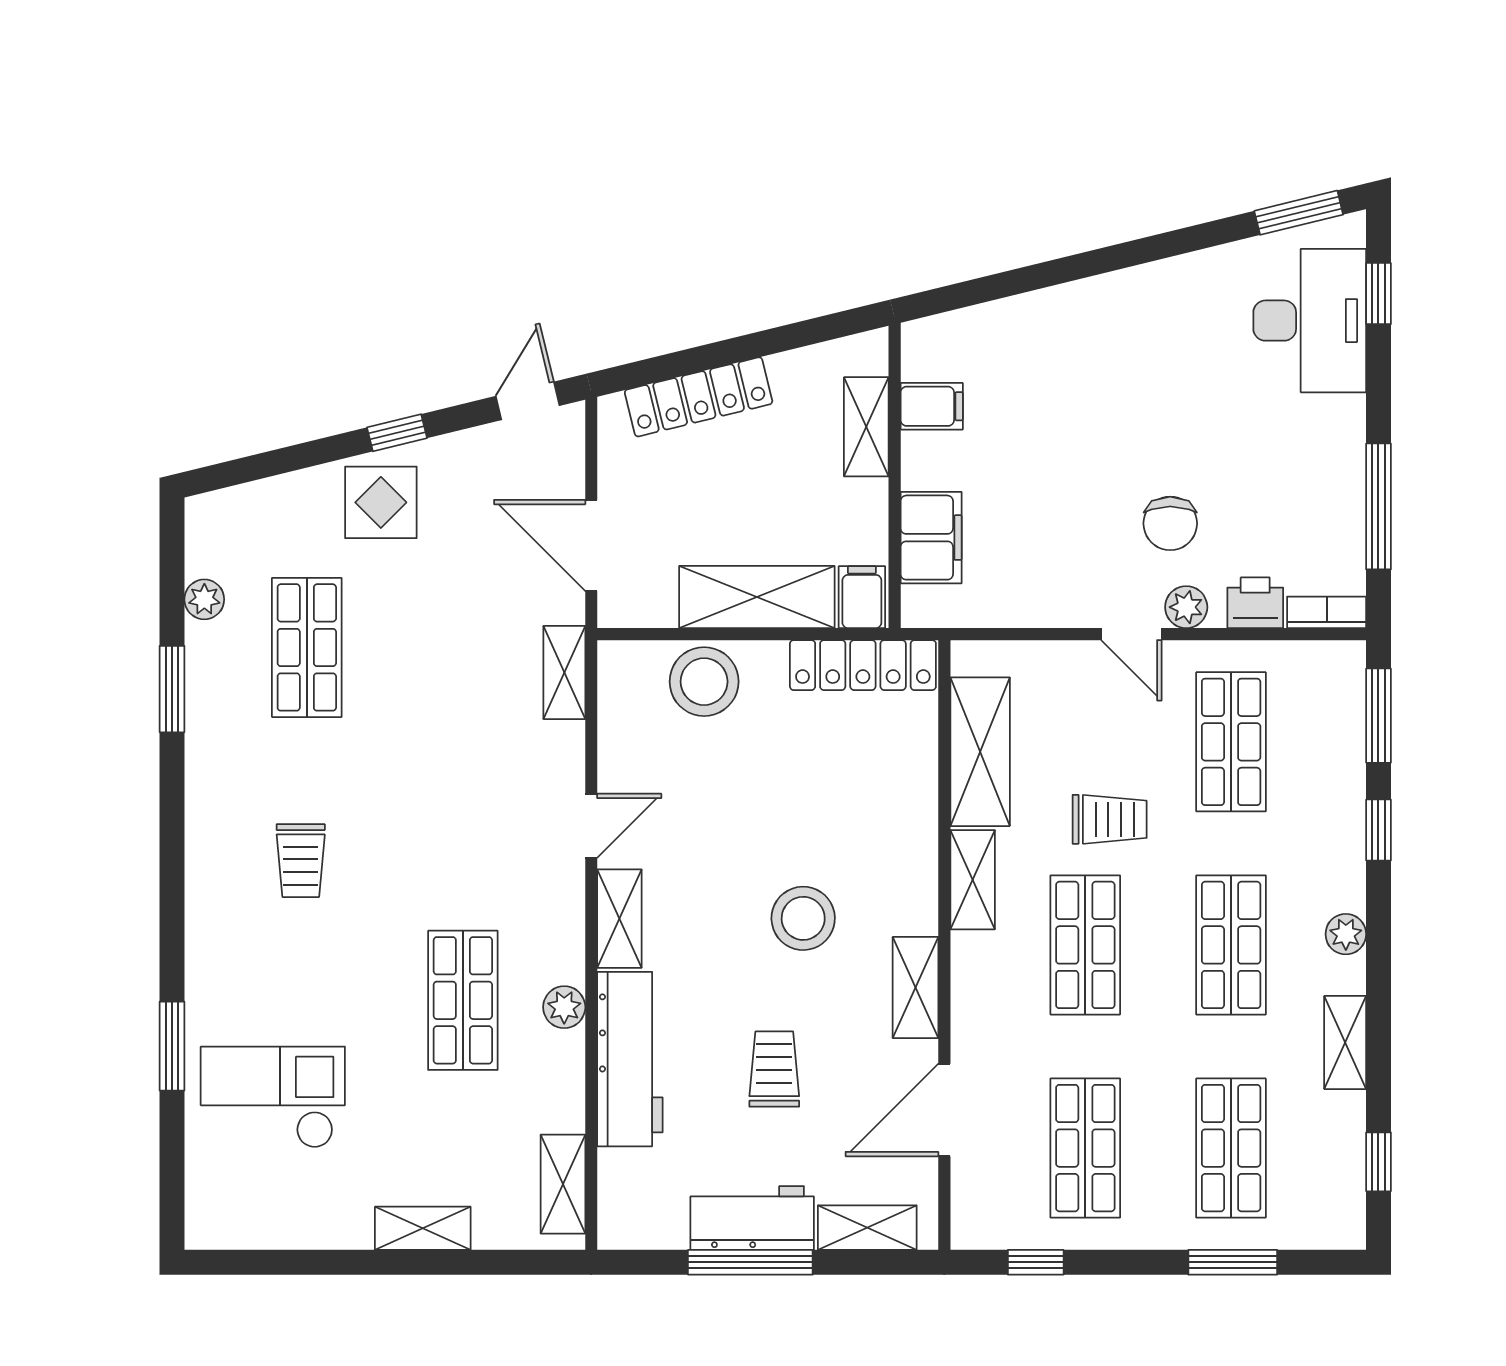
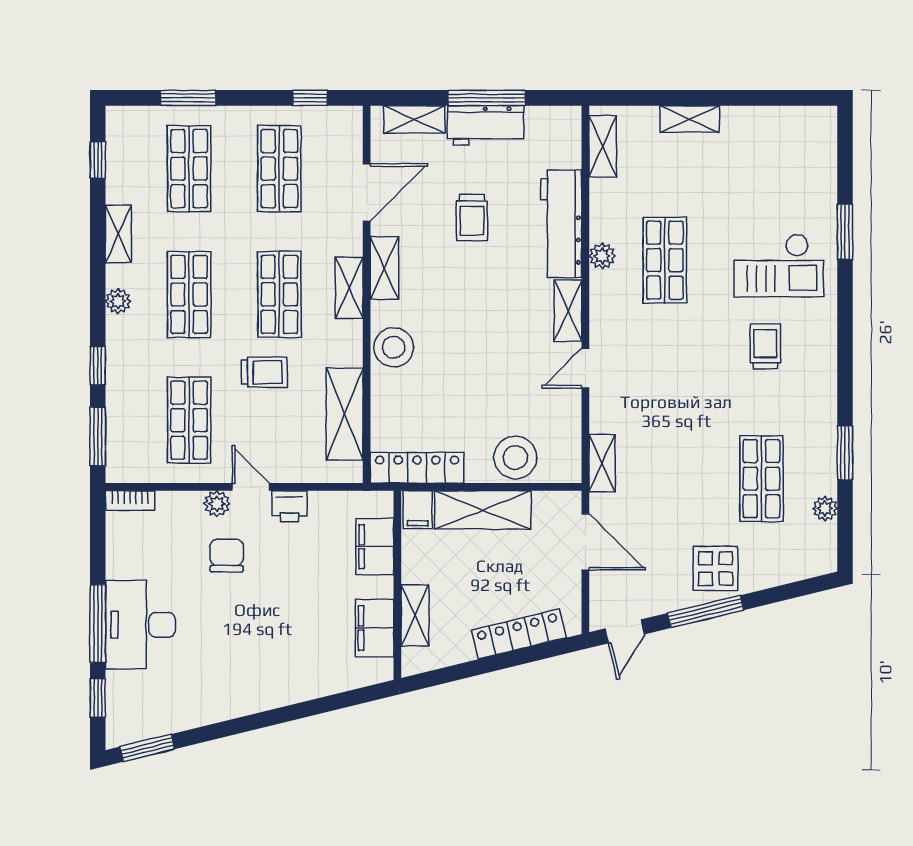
desk: (1310, 321) -> (140, 625), moved
filing cabinet: (932, 406) -> (374, 628), width x2.00
window: (397, 433) -> (706, 612), width x2.17
window: (1378, 506) -> (98, 623), moved
printer: (1255, 603) -> (289, 506), moved
trolley: (1110, 819) -> (264, 372), turned 180
shelving: (973, 880) -> (349, 288), moved
stool: (803, 918) -> (394, 347), moved
checkout: (273, 1097) -> (779, 265), moved

